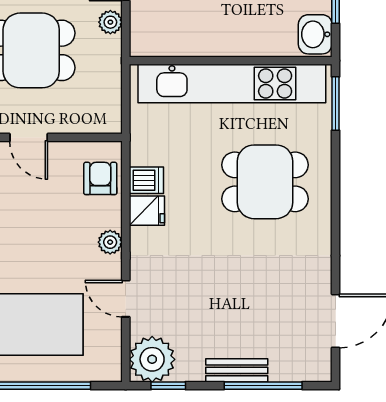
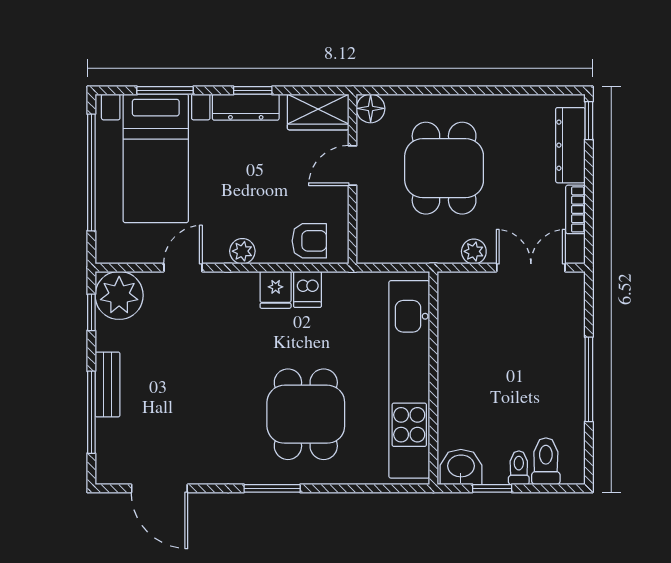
window: (336, 104) -> (272, 488), moved

